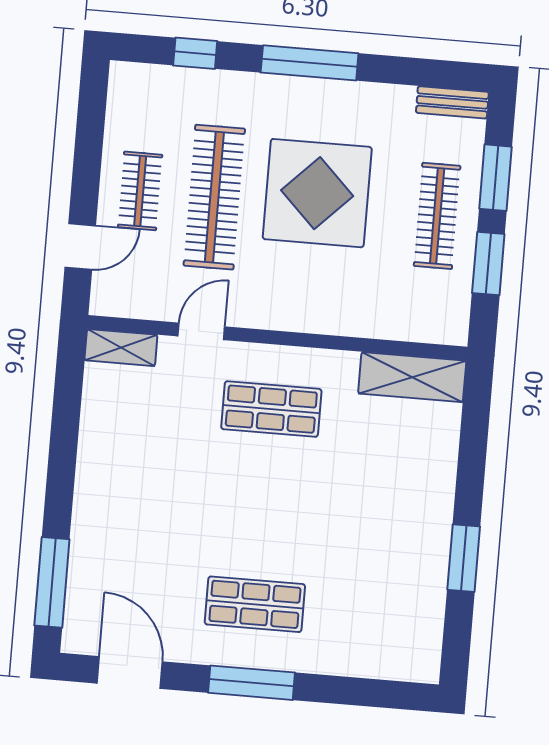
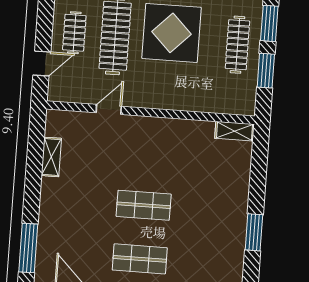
shelving: (121, 348) -> (51, 157), moved, turned 90
shelving: (412, 377) -> (235, 131), width x0.67, depth x0.75
shop shelf: (271, 409) -> (144, 205), moved

